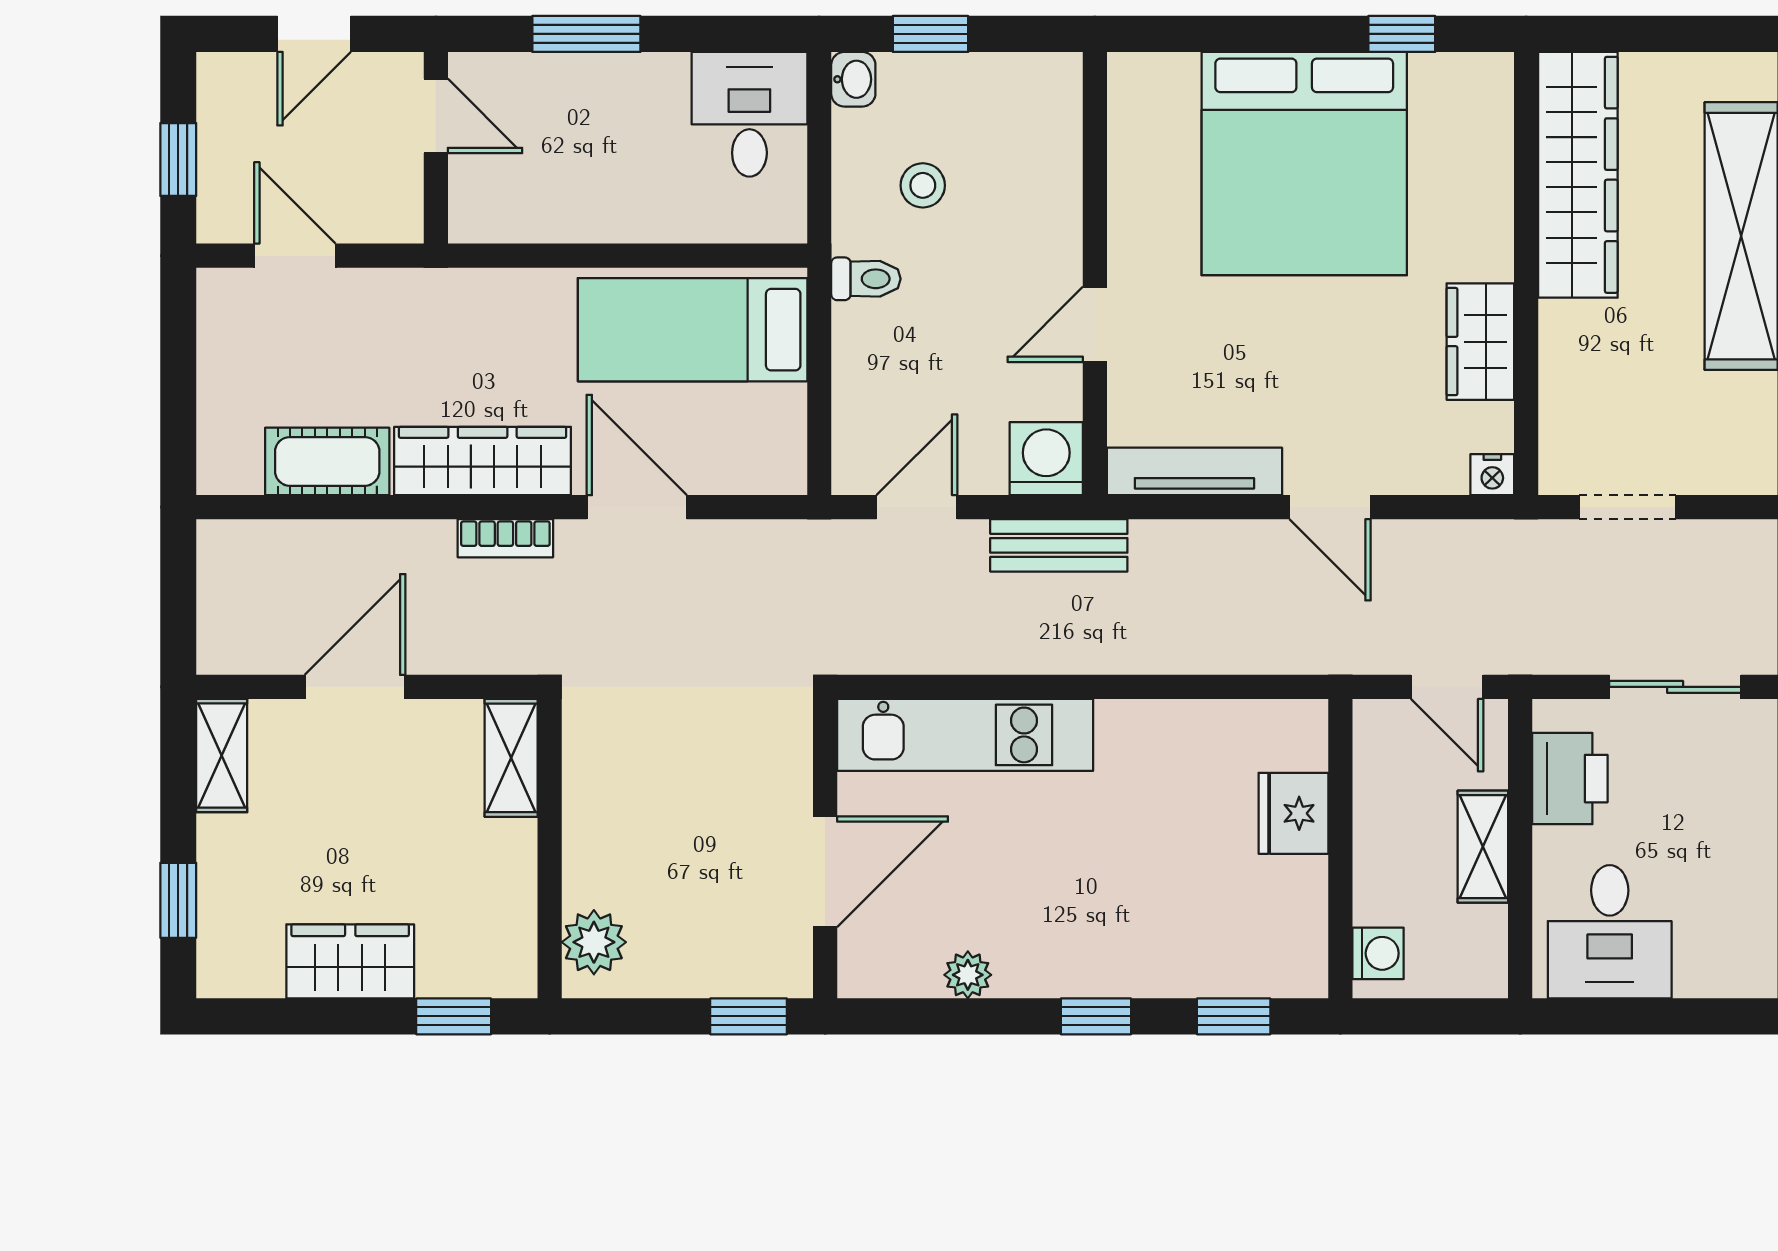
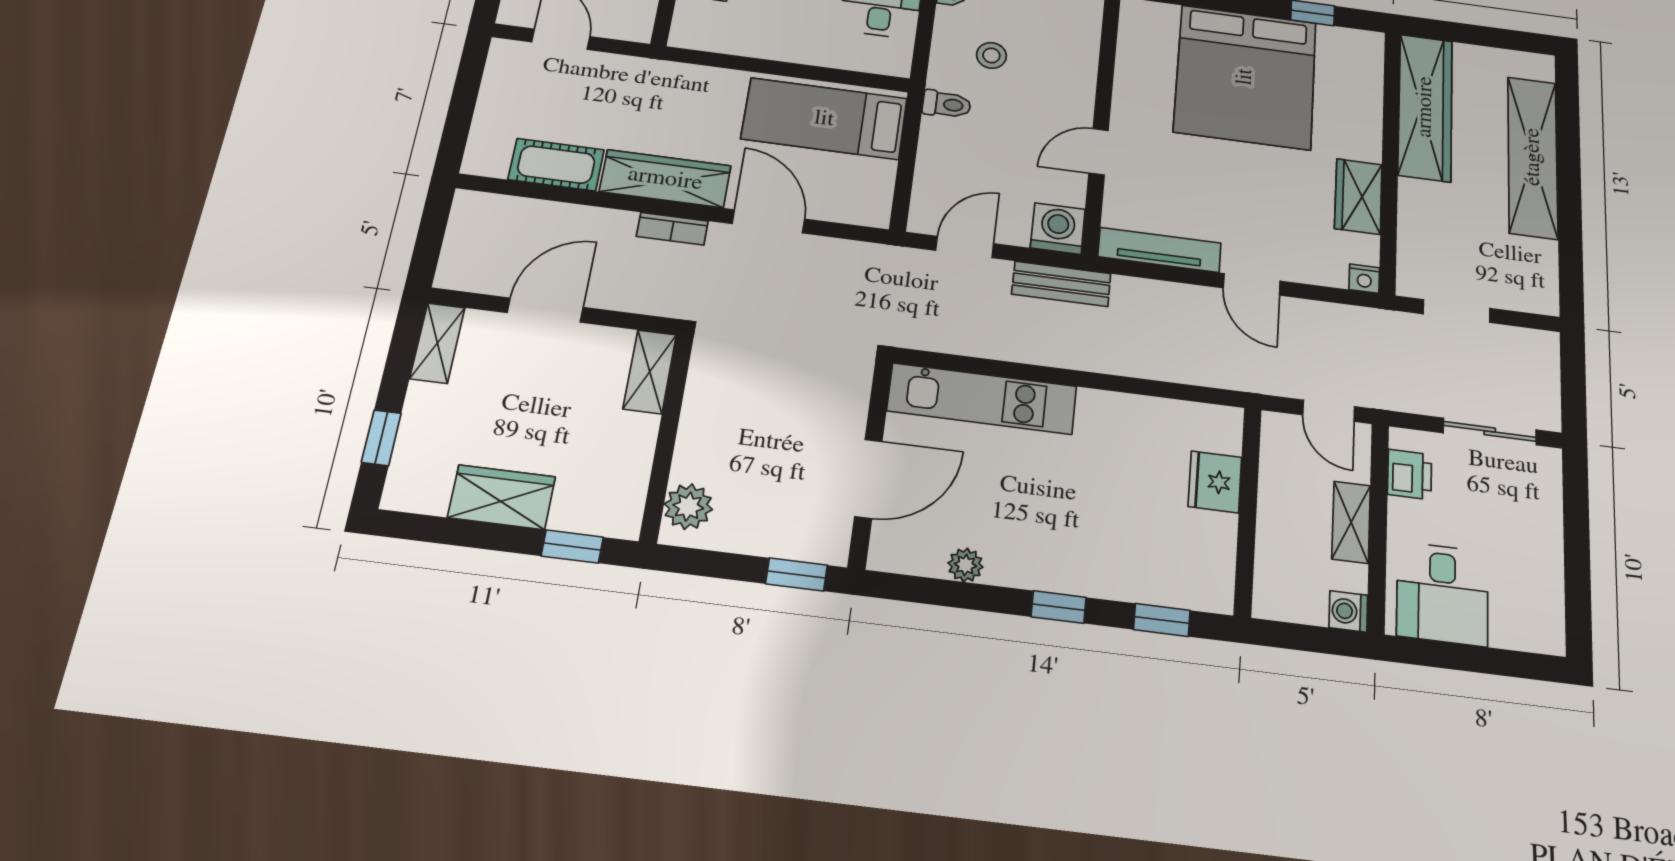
printer: (1570, 779) -> (1410, 474), width x0.73, depth x0.81
washing machine: (1378, 953) -> (1348, 611), moved, turned 180

